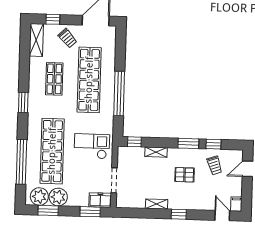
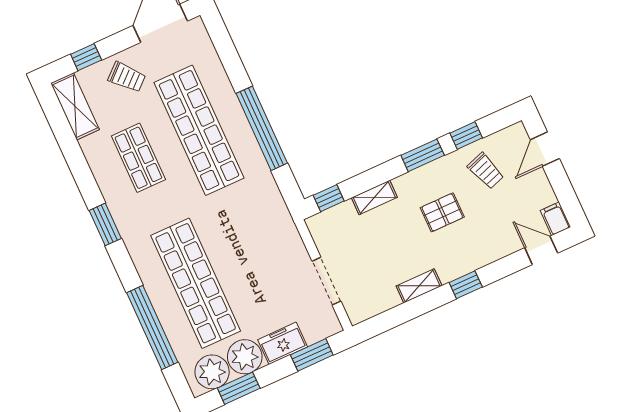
checkout: (92, 146) -> (260, 242), removed
freezer: (100, 200) -> (283, 343), moved

